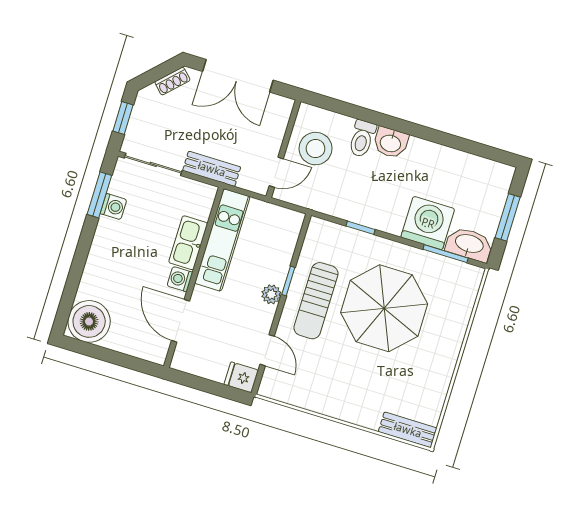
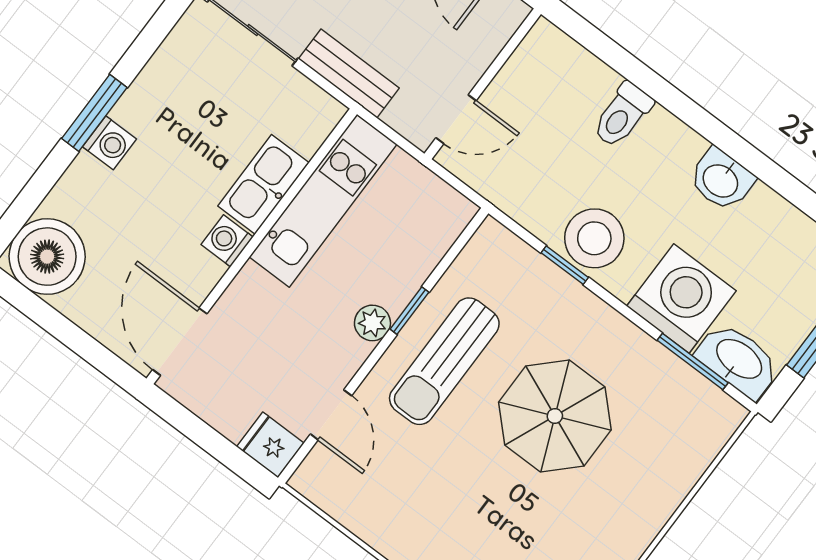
washbasin: (391, 143) -> (721, 180), moved
stool: (316, 149) -> (594, 238), moved
window: (99, 195) -> (94, 113), moved
washing machine: (113, 207) -> (110, 143), moved
parasol: (384, 308) -> (555, 416), width x0.73, depth x0.73
door: (181, 321) -> (180, 342), moved

